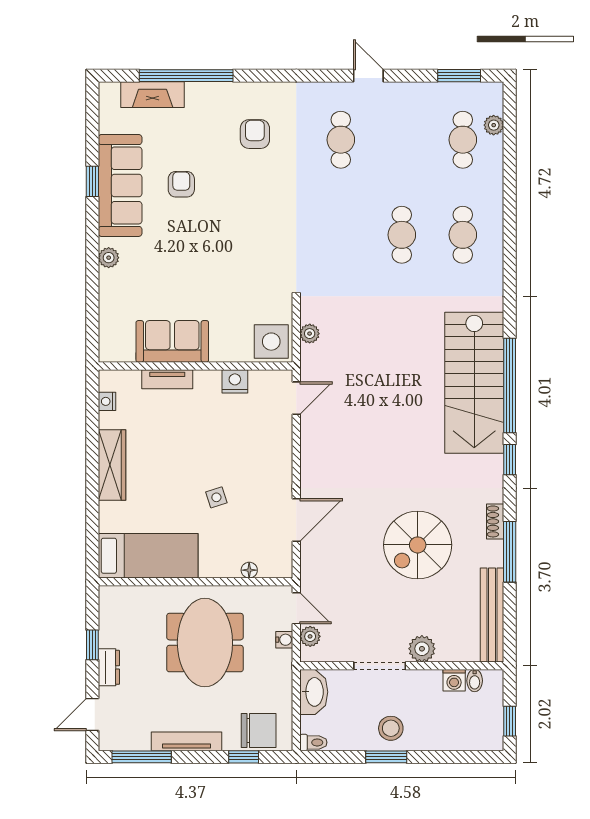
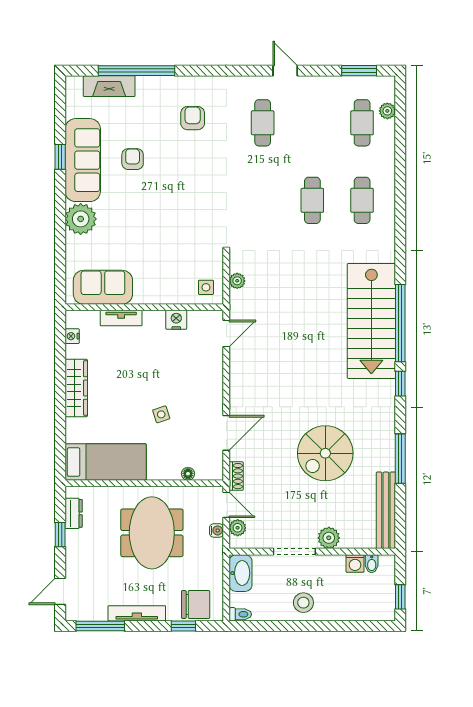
plant: (109, 258) -> (81, 219), width x1.88, depth x1.88
sofa: (172, 341) -> (103, 287), moved
side table: (271, 342) -> (206, 287), width x0.54, depth x0.54
shoe rack: (495, 521) -> (236, 476), moved, turned 180
dresser: (109, 667) -> (74, 513), moved
window: (386, 757) -> (300, 626), removed

